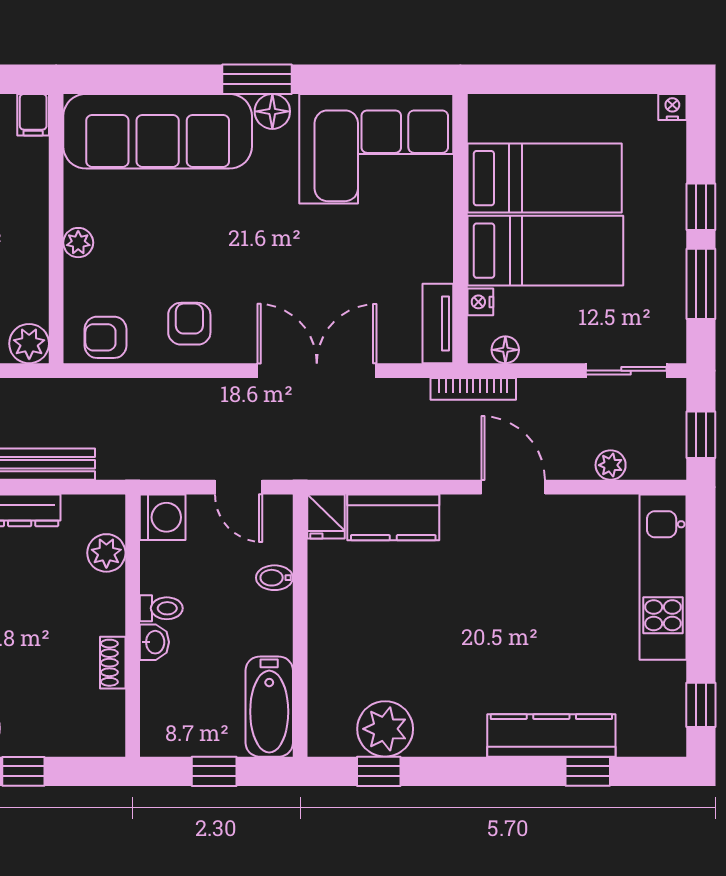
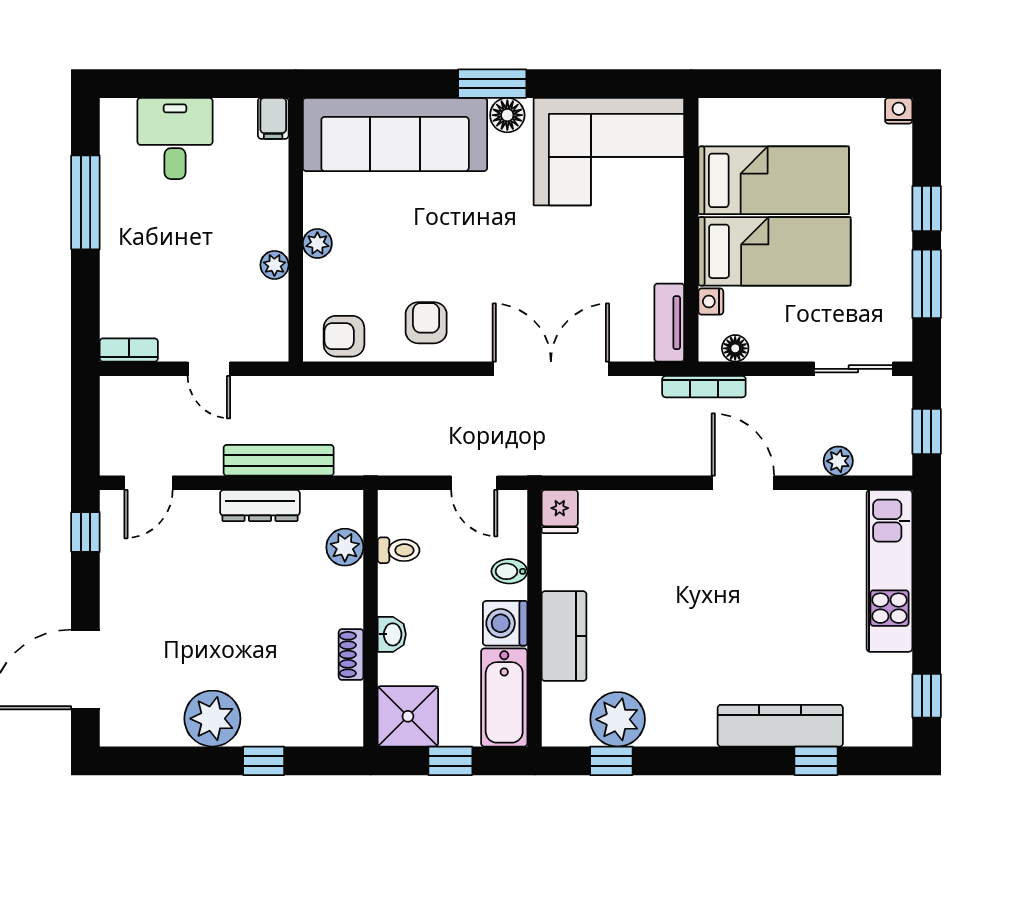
plant: (29, 344) -> (274, 265), moved, width x0.73, depth x0.73
washing machine: (163, 517) -> (505, 623), moved, turned 180
kitchen counter: (393, 517) -> (564, 636), moved, turned -90
toilet: (161, 608) -> (399, 550), moved
shower: (171, 726) -> (408, 716), added

